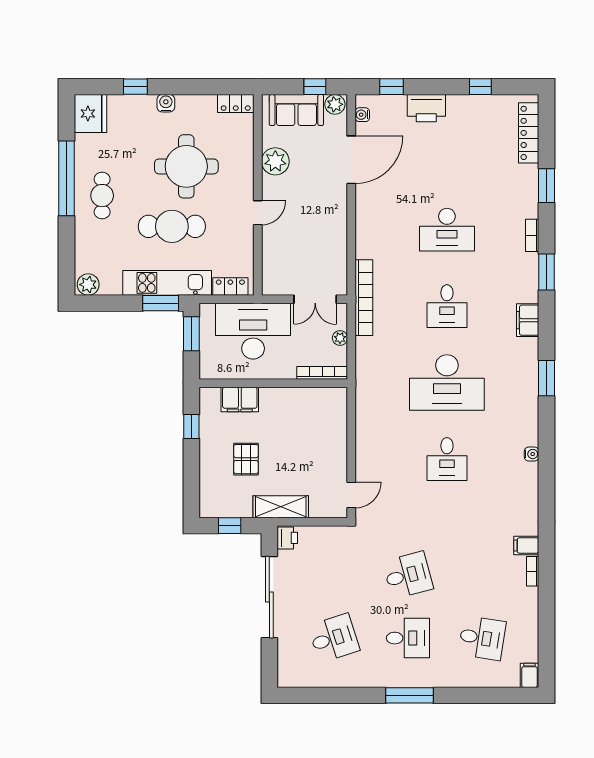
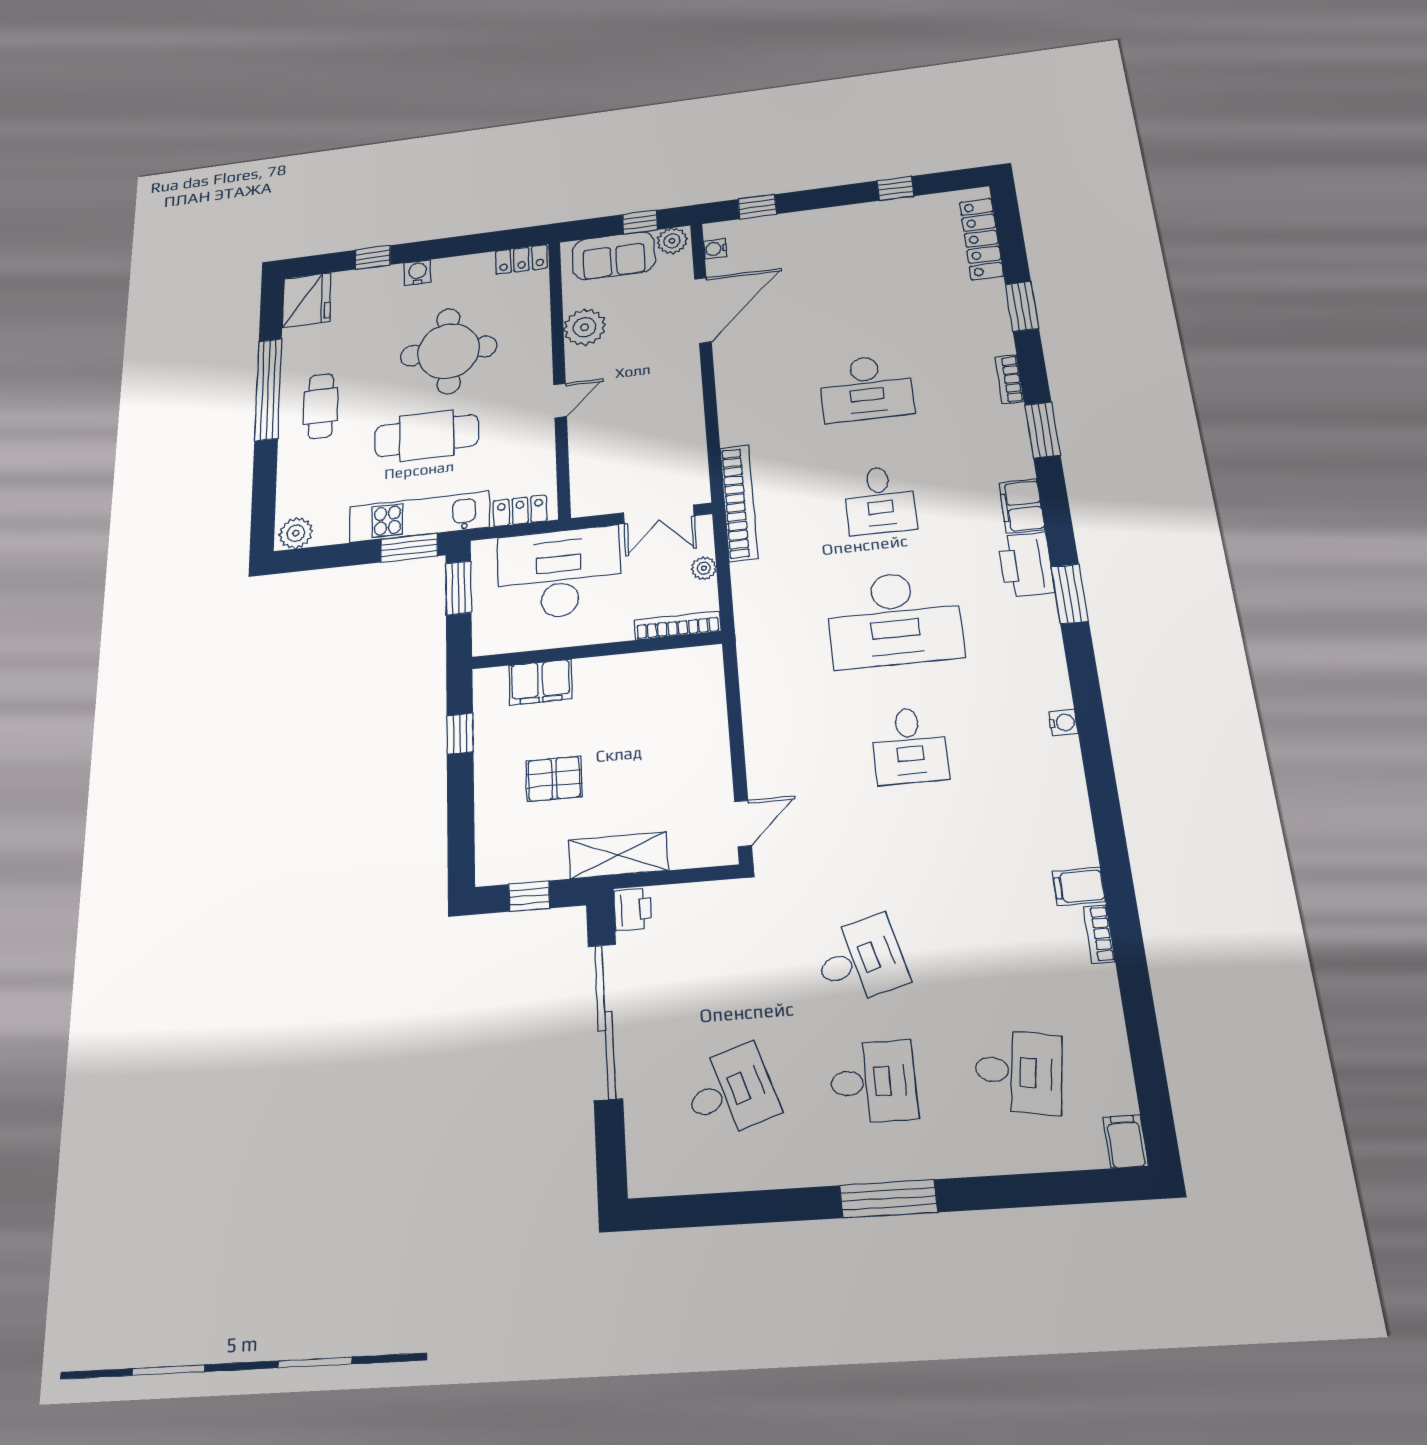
printer: (426, 108) -> (1026, 565), moved, turned 90
pallet: (246, 459) -> (554, 779), turned 90

